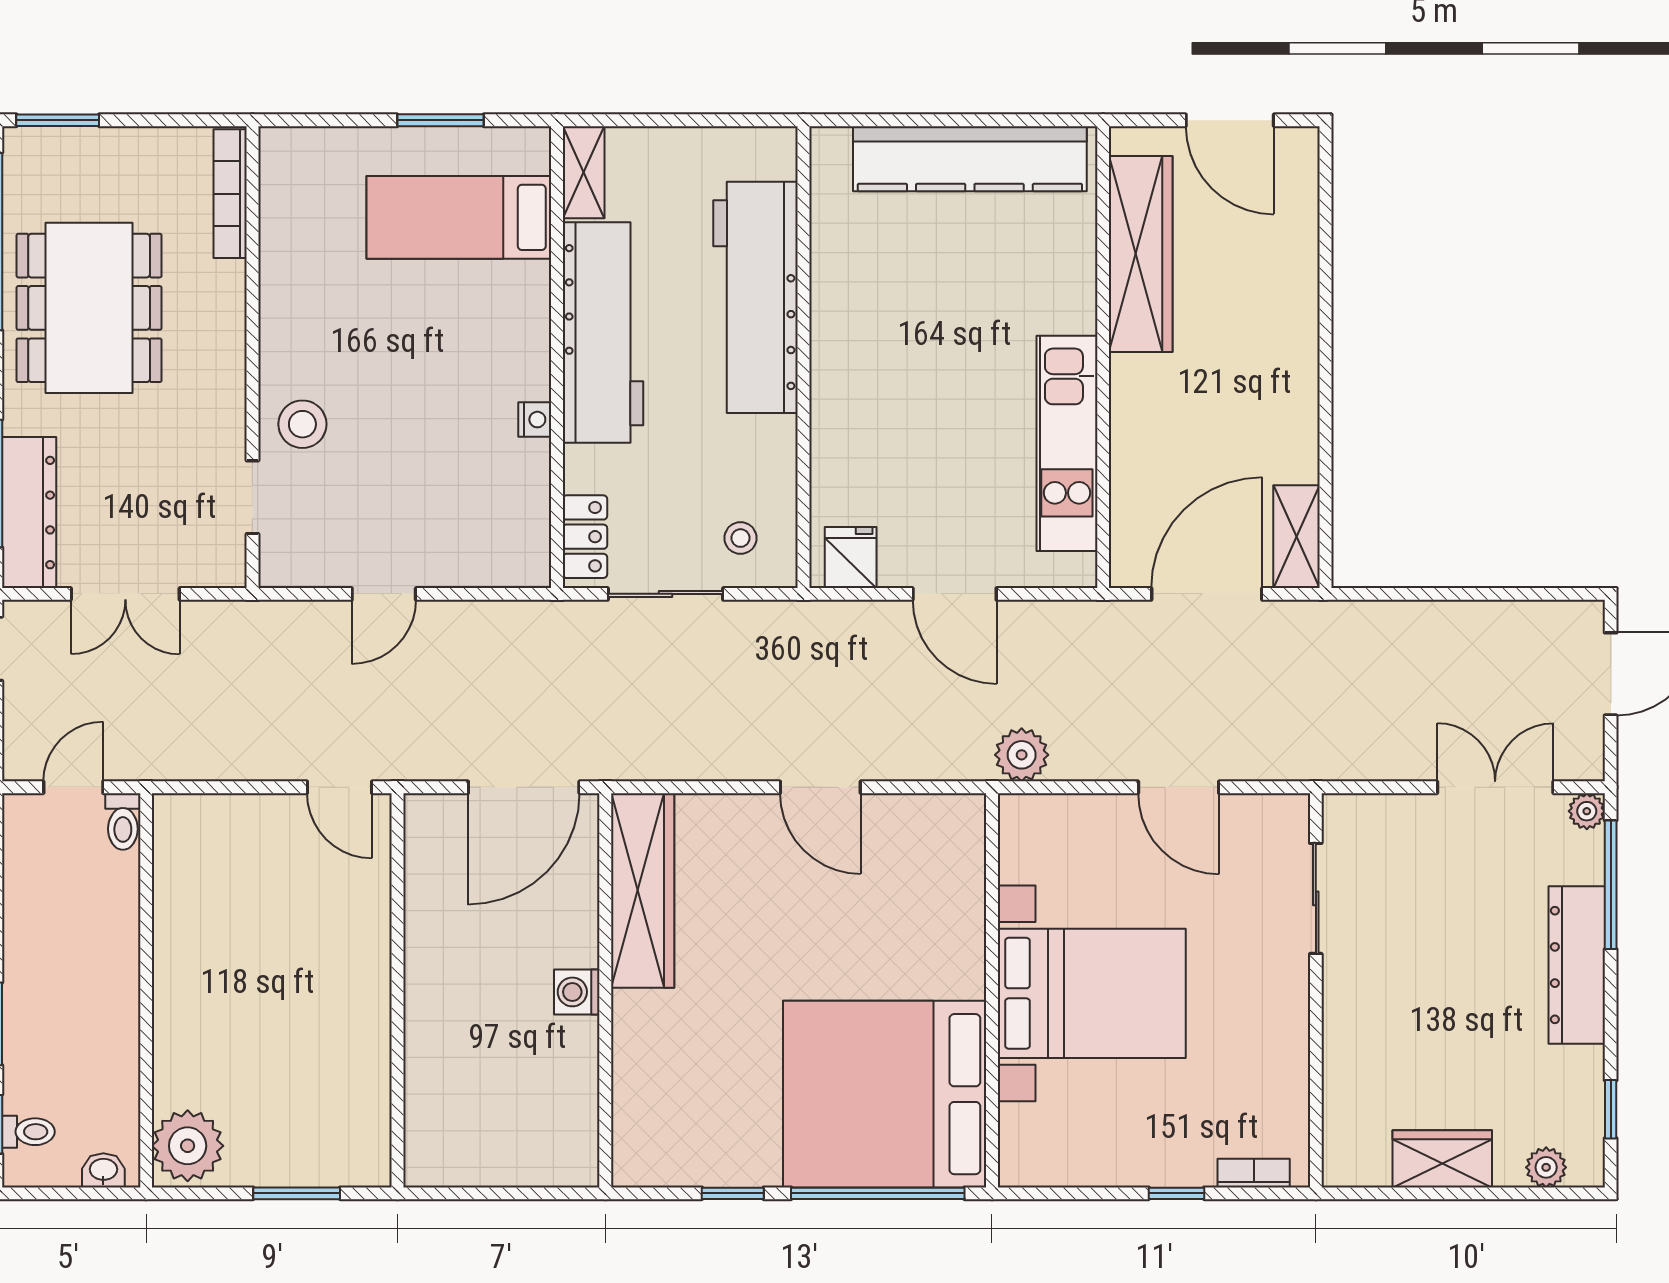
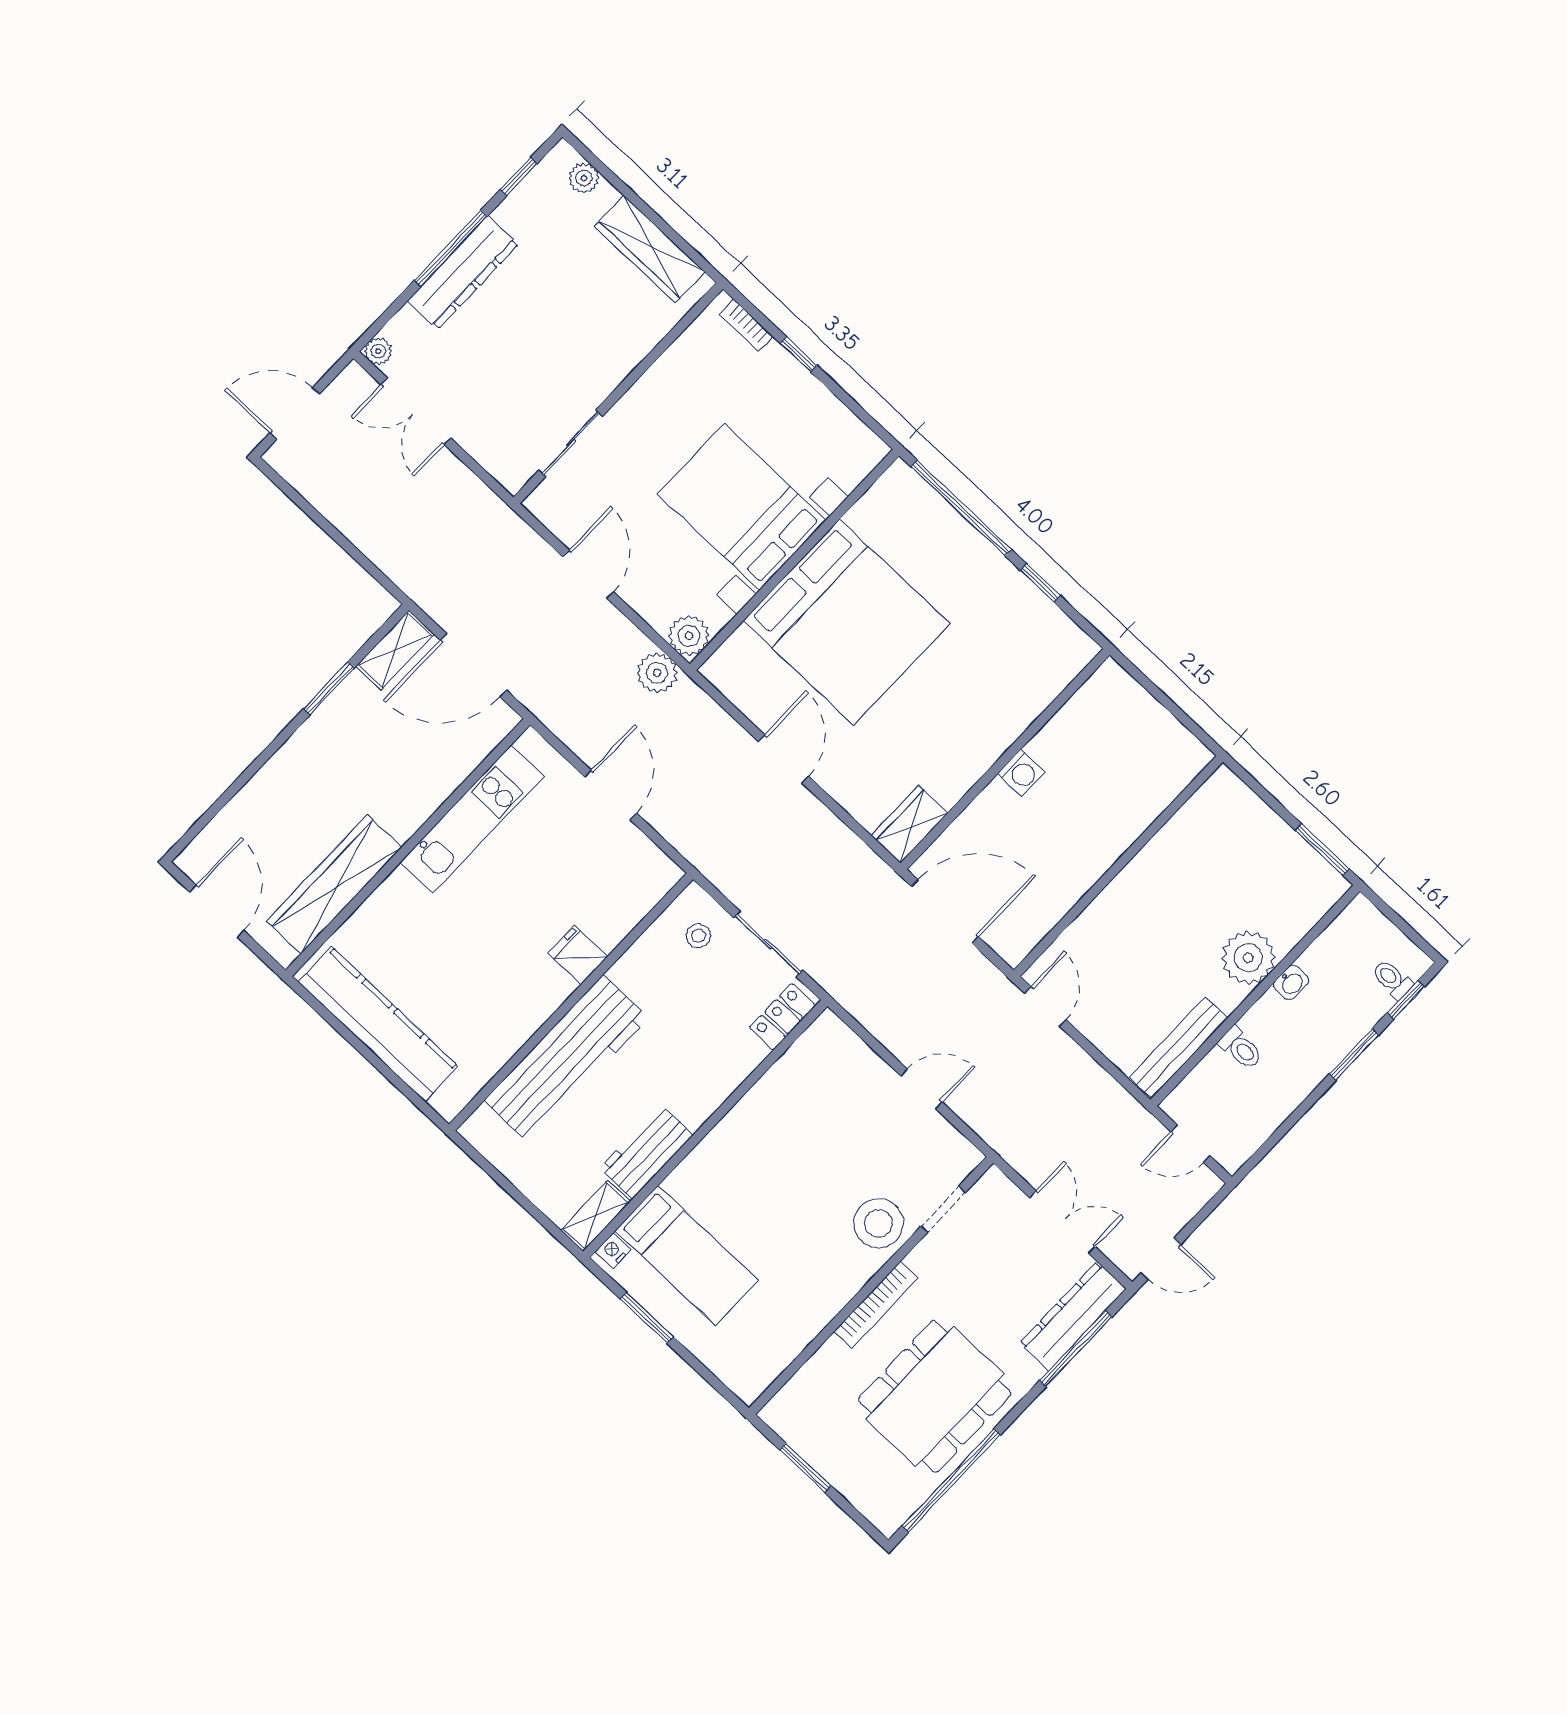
window: (58, 120) -> (805, 1468), moved
bookcase: (230, 194) -> (876, 1305), moved
workbench: (603, 333) -> (646, 1152), width x0.53, depth x0.76
nightstand: (535, 420) -> (613, 1251), moved
stool: (302, 424) -> (878, 1223), width x1.38, depth x1.38
window: (1325, 439) -> (329, 688), added
fridge: (851, 557) -> (578, 955), moved, turned 90
plant: (1025, 820) -> (689, 636), added
toilet: (123, 821) -> (1241, 1048), moved, turned 90
bench: (173, 869) -> (1178, 1048), added
window: (1611, 885) -> (451, 248), moved
wardrobe: (643, 890) -> (910, 824), width x0.48, depth x0.85
bed: (885, 1094) -> (847, 622), moved
plant: (188, 1146) -> (1248, 958), moved
wardrobe: (1442, 1159) -> (649, 249), width x1.50
washbasin: (103, 1170) -> (1291, 983), moved, turned -90
window: (297, 1193) -> (1322, 850), moved

